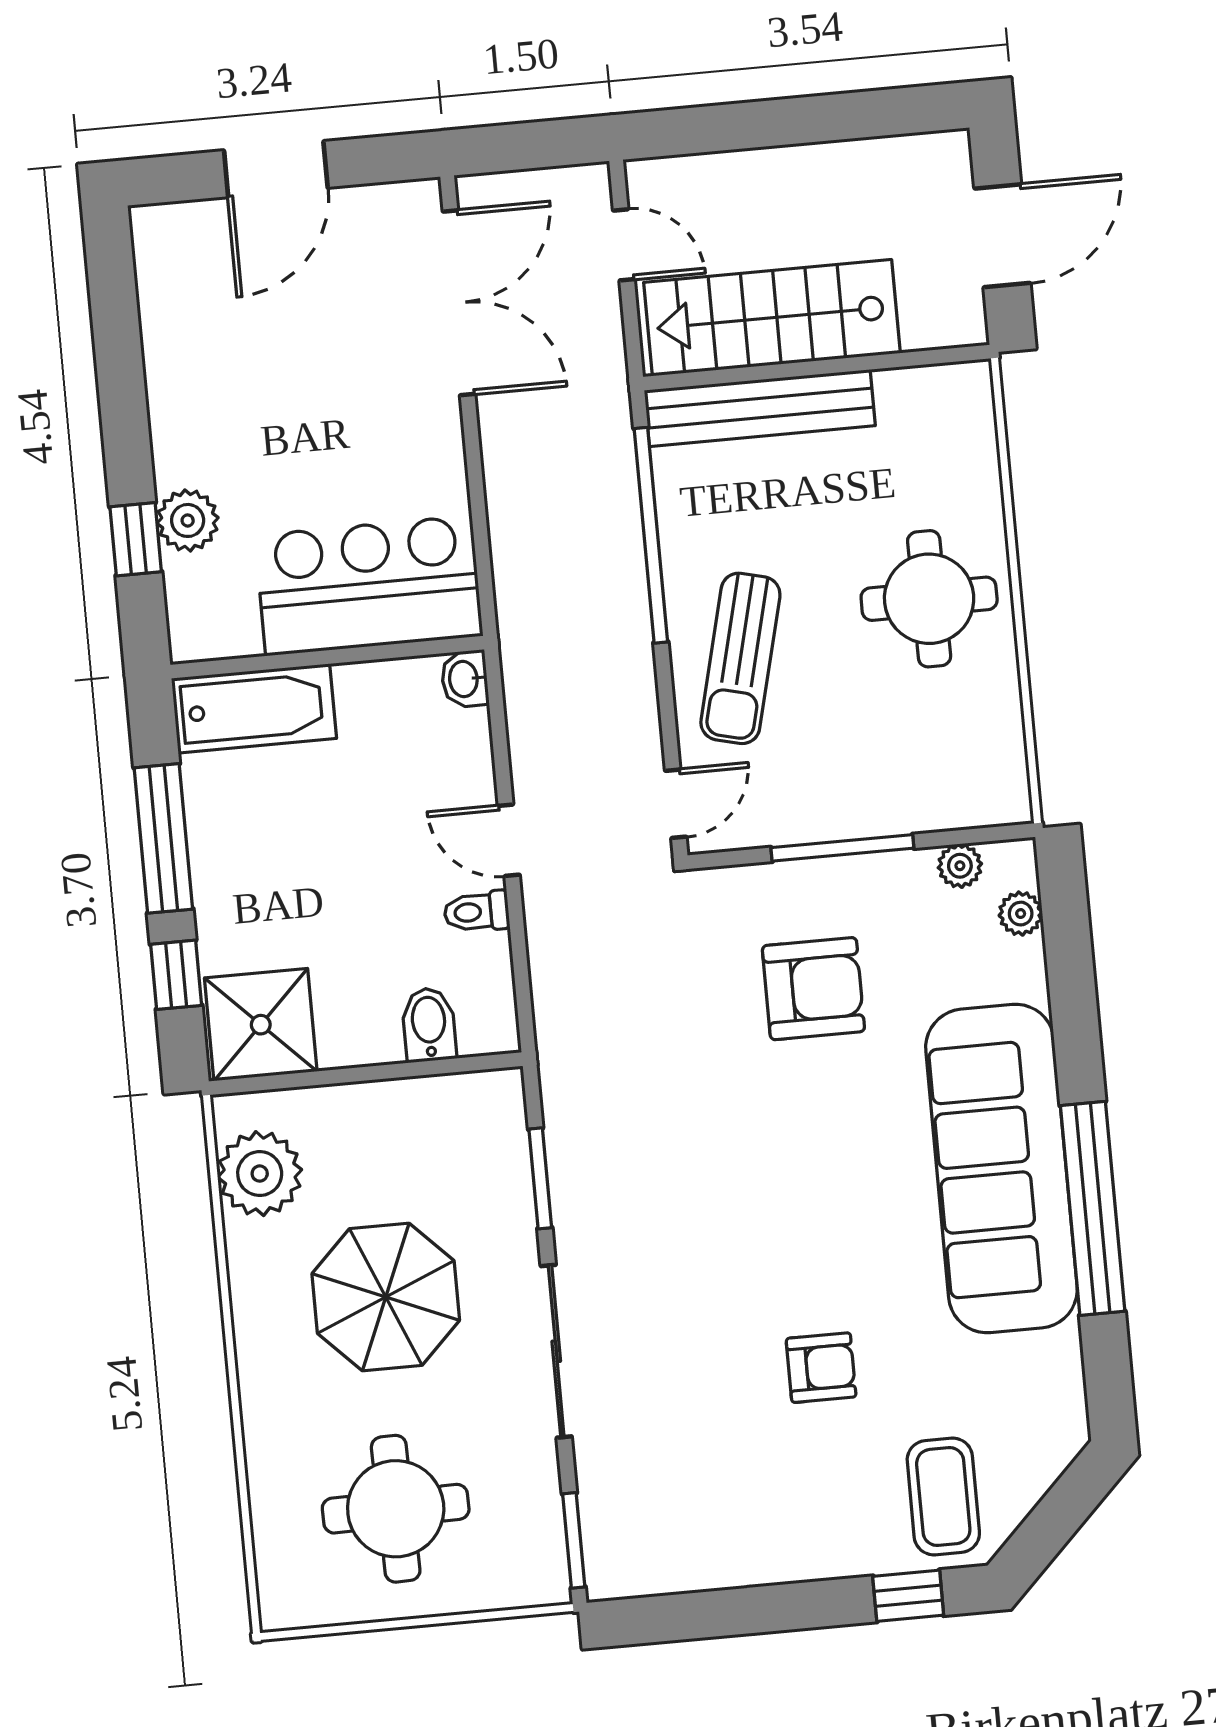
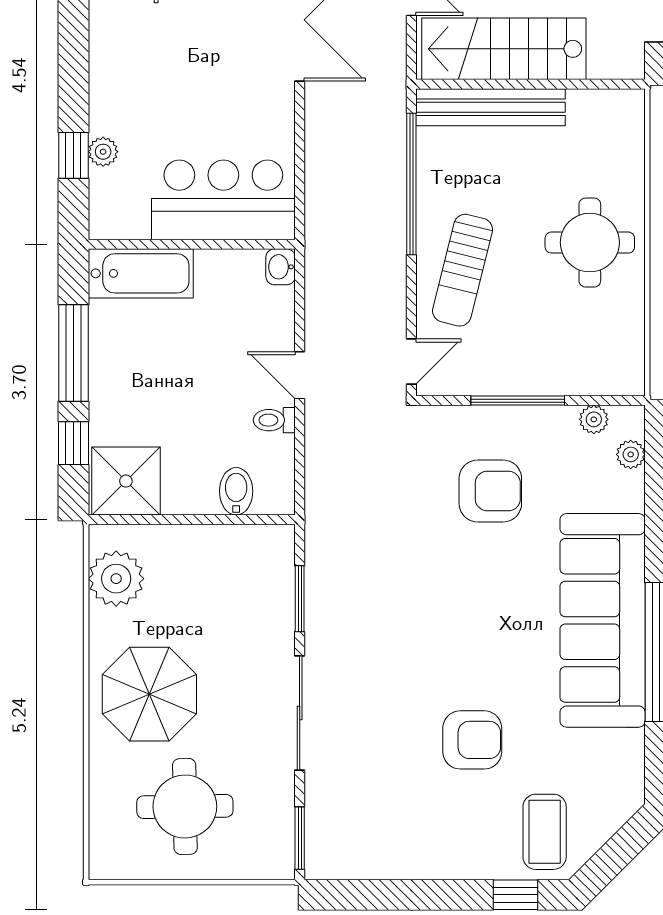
plant: (188, 520) -> (103, 152), width x0.73, depth x0.73
parasol: (386, 1297) -> (149, 694), moved
armchair: (821, 1368) -> (472, 740), width x1.38, depth x1.38

